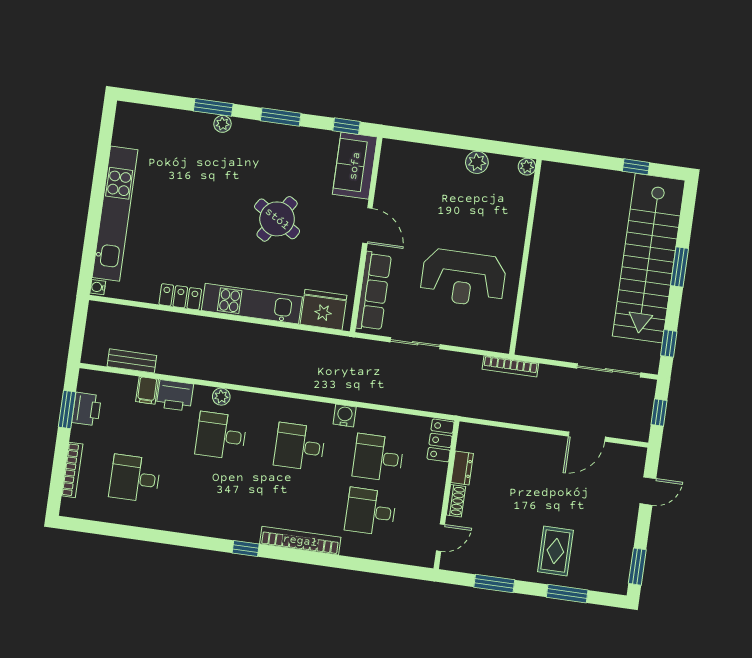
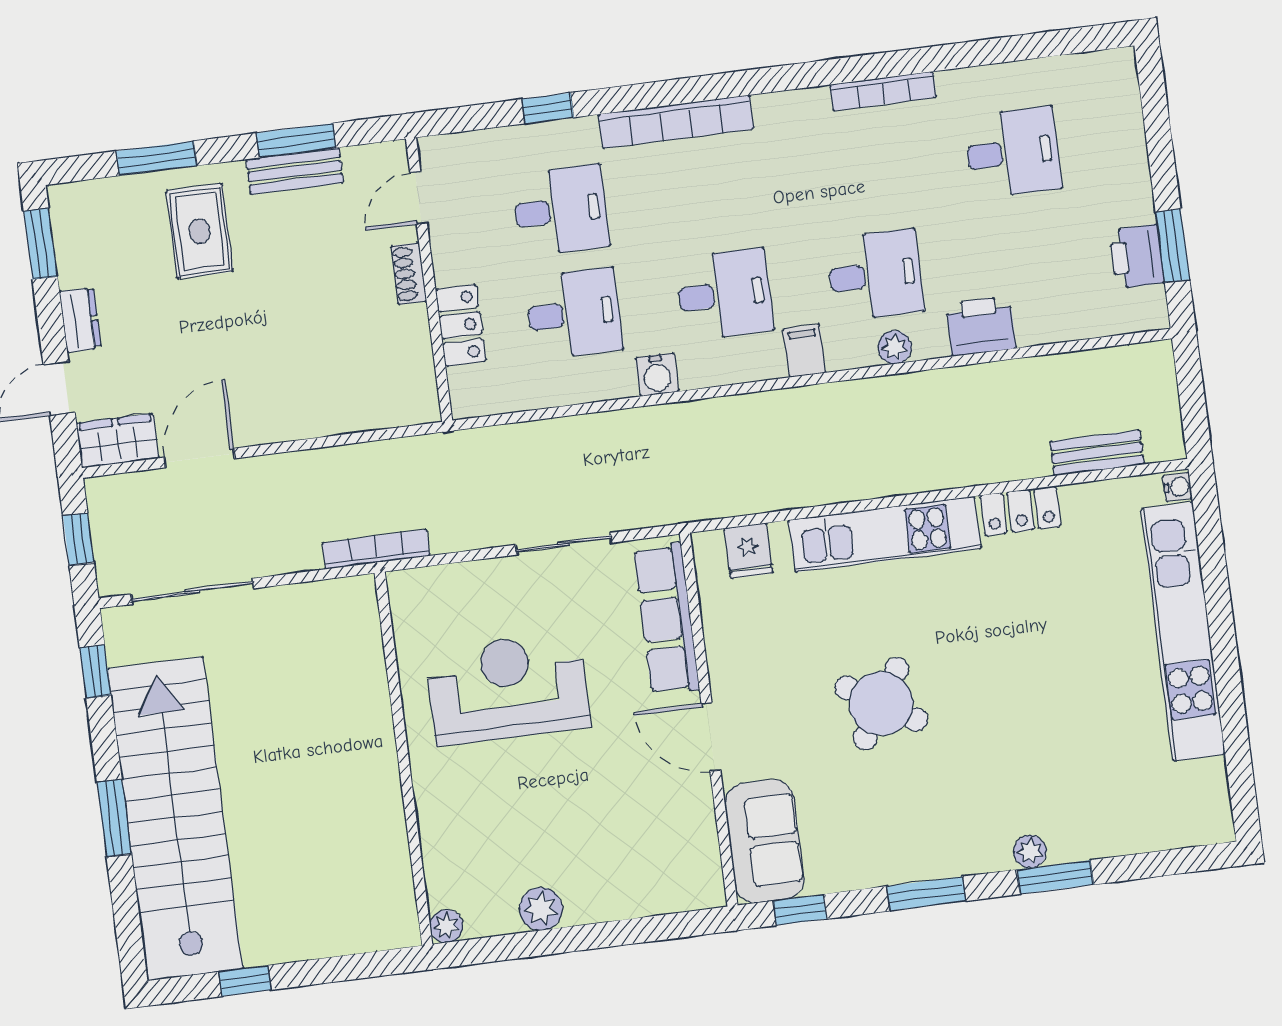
fridge: (324, 310) -> (748, 551), width x0.53, depth x0.75
bench: (132, 361) -> (1097, 453), moved
filing cabinet: (147, 390) -> (804, 351), moved
locker: (441, 440) -> (461, 325), moved
wardrobe: (626, 457) -> (117, 441), added
dresser: (462, 468) -> (80, 320), moved, turned 180
bookcase: (72, 470) -> (883, 91), moved, turned -90
window: (246, 548) -> (548, 108), moved
bench: (499, 568) -> (295, 171), added

